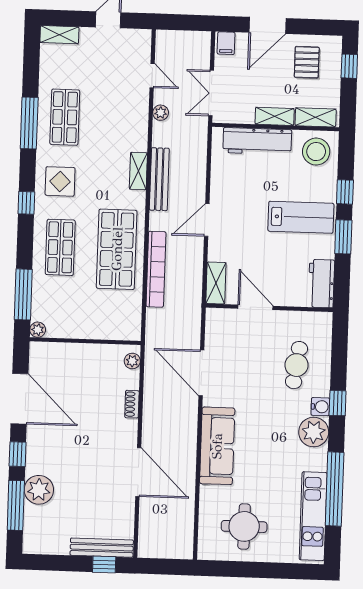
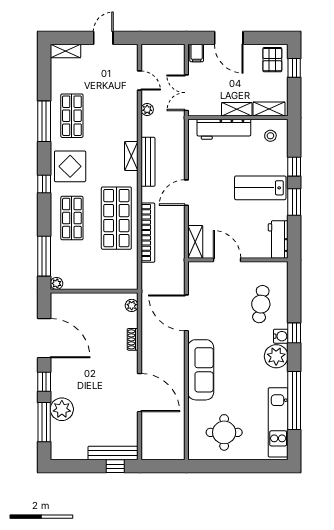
door: (268, 25) -> (229, 38), hinge flipped
pallet: (307, 62) -> (272, 60), moved
stool: (316, 152) -> (270, 136), width x0.53, depth x0.53
display table: (60, 181) -> (70, 166), width x1.36, depth x1.36
lab bench: (301, 217) -> (260, 188), turned 180

